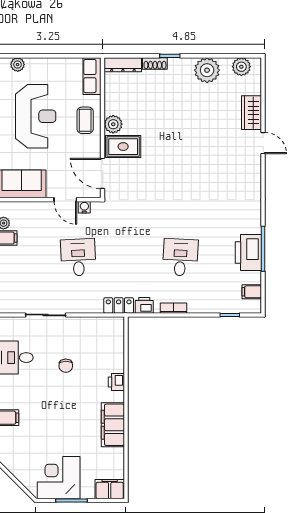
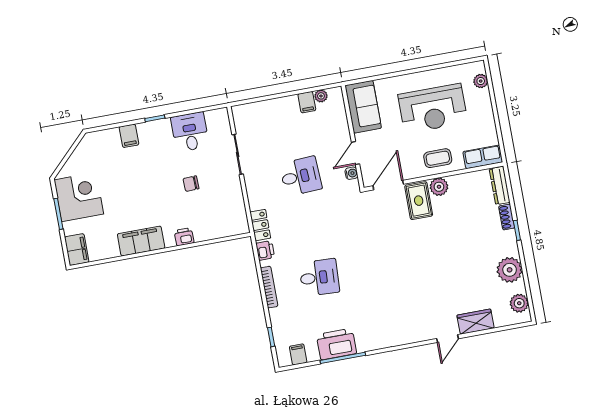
bookcase: (173, 308) -> (269, 287), width x1.56

